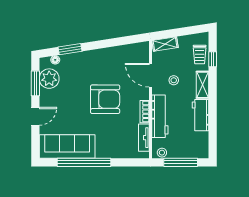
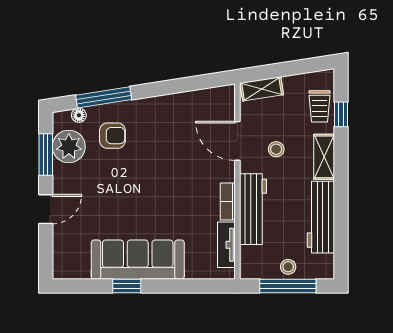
window: (70, 49) -> (104, 97), width x1.44
armchair: (105, 99) -> (112, 136), moved, width x0.53, depth x0.53
workbench: (201, 115) -> (321, 217), width x1.37
sofa: (67, 146) -> (138, 260), moved
stool: (162, 153) -> (288, 267), moved
window: (84, 162) -> (127, 286), width x0.32

